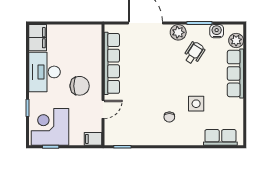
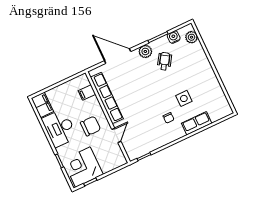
row of seats: (235, 73) -> (203, 62), removed
row of seats: (220, 137) -> (197, 123), moved
filing cabinet: (93, 139) -> (87, 93), moved

